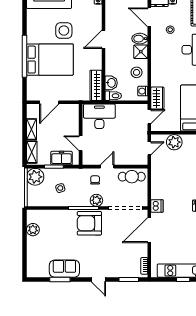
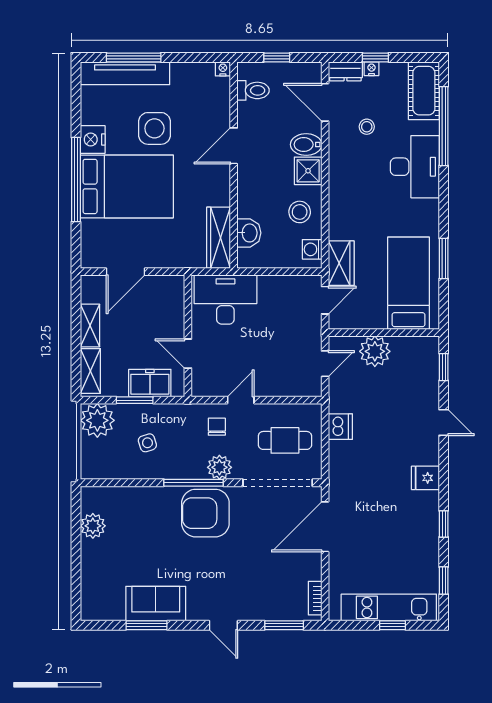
nightstand: (33, 36) -> (93, 139), added
toilet: (113, 96) -> (253, 90), moved
cafe table: (132, 177) -> (285, 440), moved
dishwasher: (157, 206) -> (340, 427), moved

